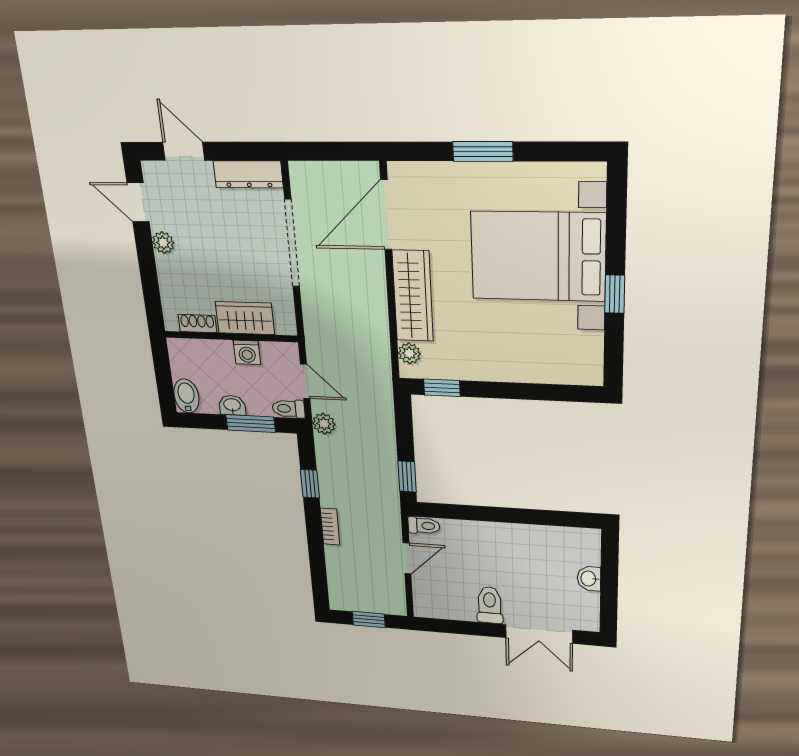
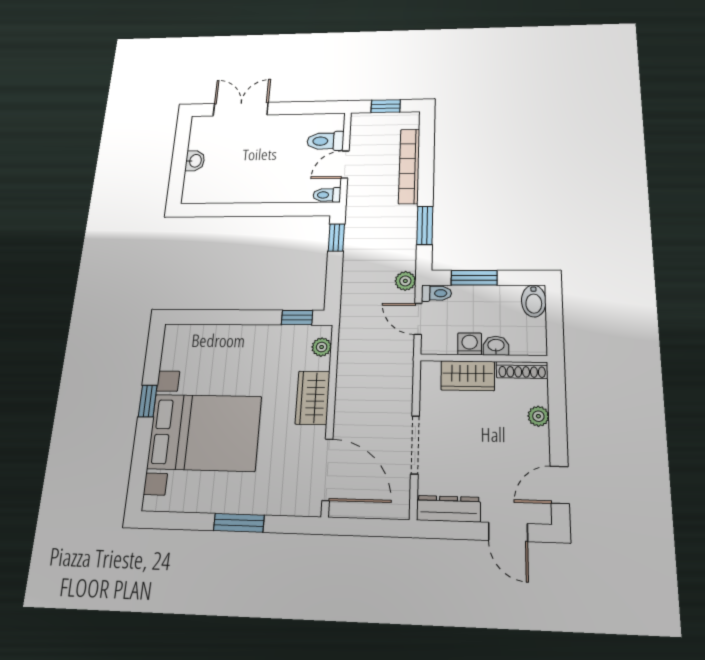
door: (138, 202) -> (560, 485), swing flipped
door: (386, 215) -> (327, 469), hinge flipped
plant: (163, 243) -> (538, 416), moved
doorway: (292, 243) -> (415, 445), width x0.73
wardrobe: (413, 296) -> (313, 398), width x0.67
shoe rack: (197, 324) -> (522, 370), width x1.43
washbasin: (232, 405) -> (496, 346), moved, turned 180
window: (310, 484) -> (425, 225), width x1.50
bookcase: (330, 527) -> (409, 166), width x2.31, depth x1.31
toilet: (490, 605) -> (325, 141), moved, turned 90

